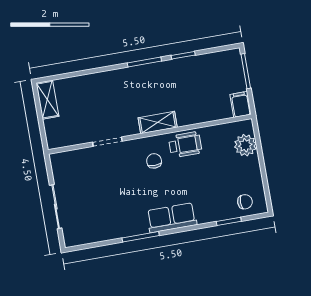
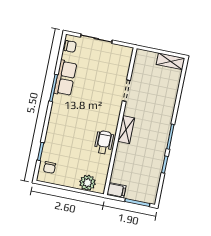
wheelchair: (185, 145) -> (104, 142), turned 180
chair: (154, 161) -> (70, 46), moved
row of seats: (172, 218) -> (65, 78), moved

